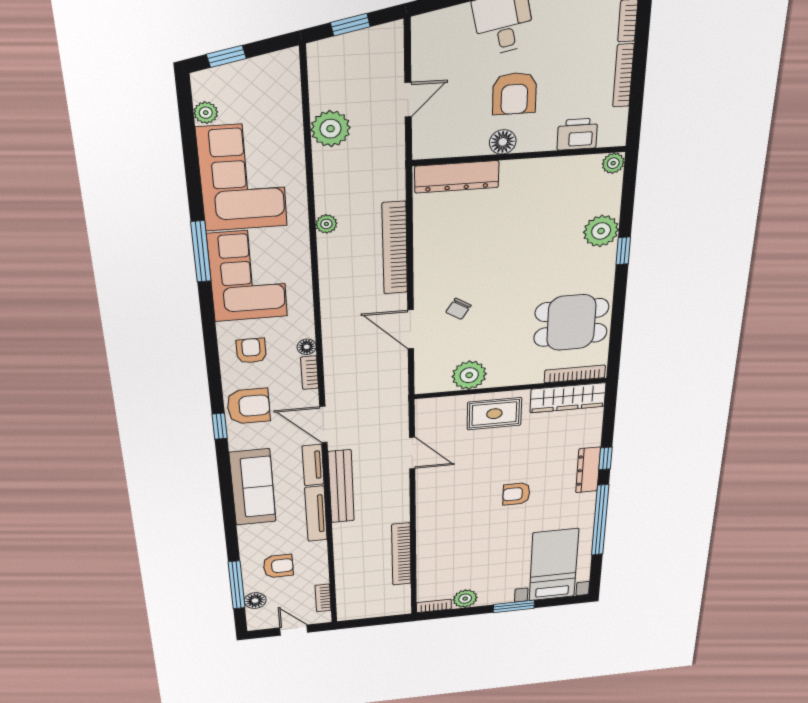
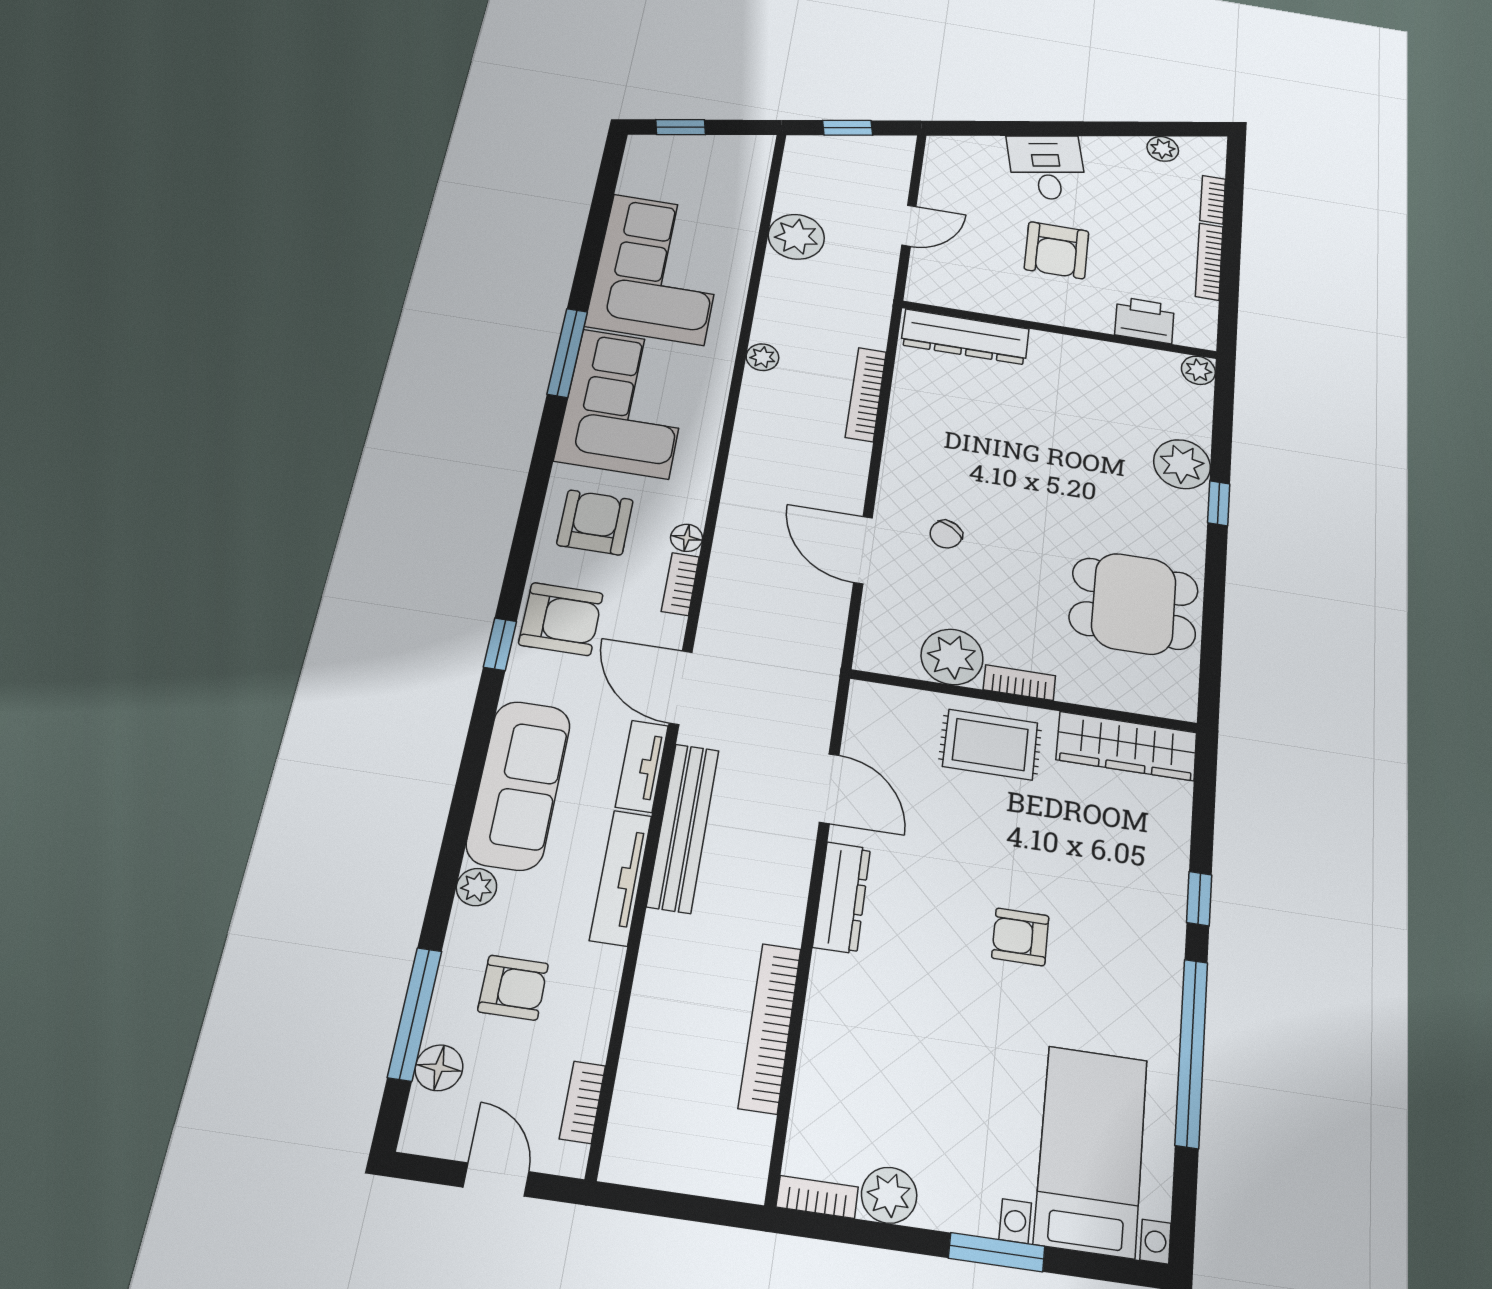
plant: (206, 113) -> (476, 887), moved
floor lamp: (503, 142) -> (1036, 306), removed
bookcase: (395, 248) -> (866, 394), width x0.68, depth x0.76
armchair: (251, 351) -> (595, 522), width x1.38, depth x1.38
bookcase: (575, 374) -> (1019, 683), moved, width x0.64
dresser: (588, 470) -> (842, 897), moved, turned 180

